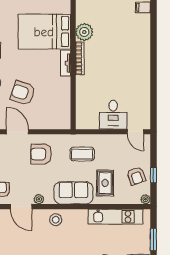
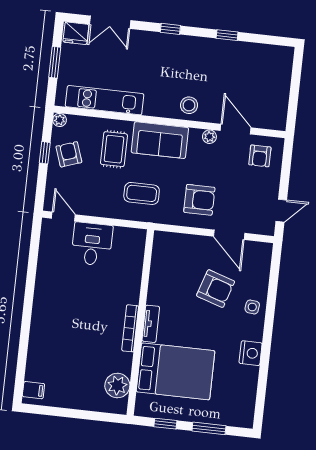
plant: (84, 32) -> (117, 386), moved

